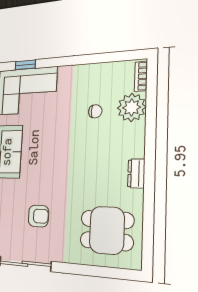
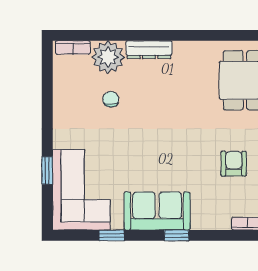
window: (25, 65) -> (47, 171), moved
dresser: (136, 173) -> (149, 50), moved, width x1.44

